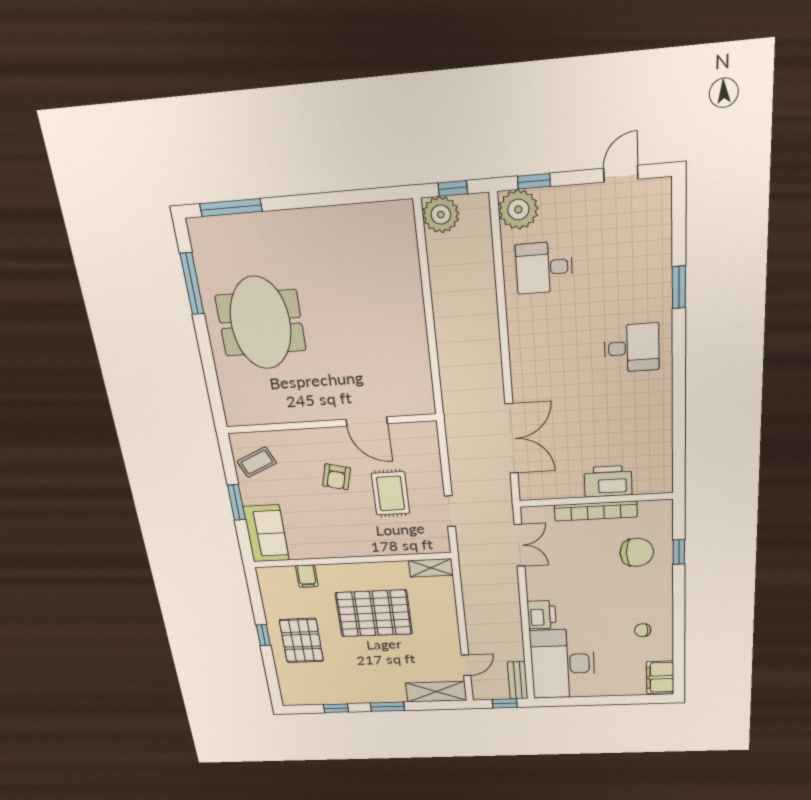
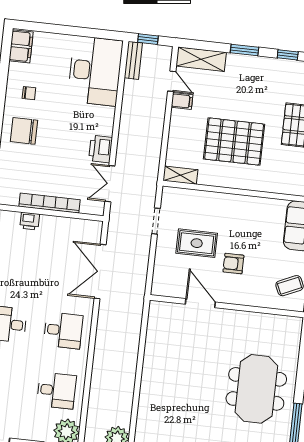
desk: (549, 353) -> (63, 330), added
armchair: (336, 477) -> (233, 264), turned -104
printer: (608, 481) -> (30, 221), width x0.53, depth x0.68
rug: (391, 493) -> (197, 243), turned 90
chair: (637, 552) -> (24, 131), moved
filing cabinet: (307, 576) -> (182, 101), moved, turned 90
printer: (542, 615) -> (101, 149), moved
door: (466, 665) -> (172, 81), swing flipped

